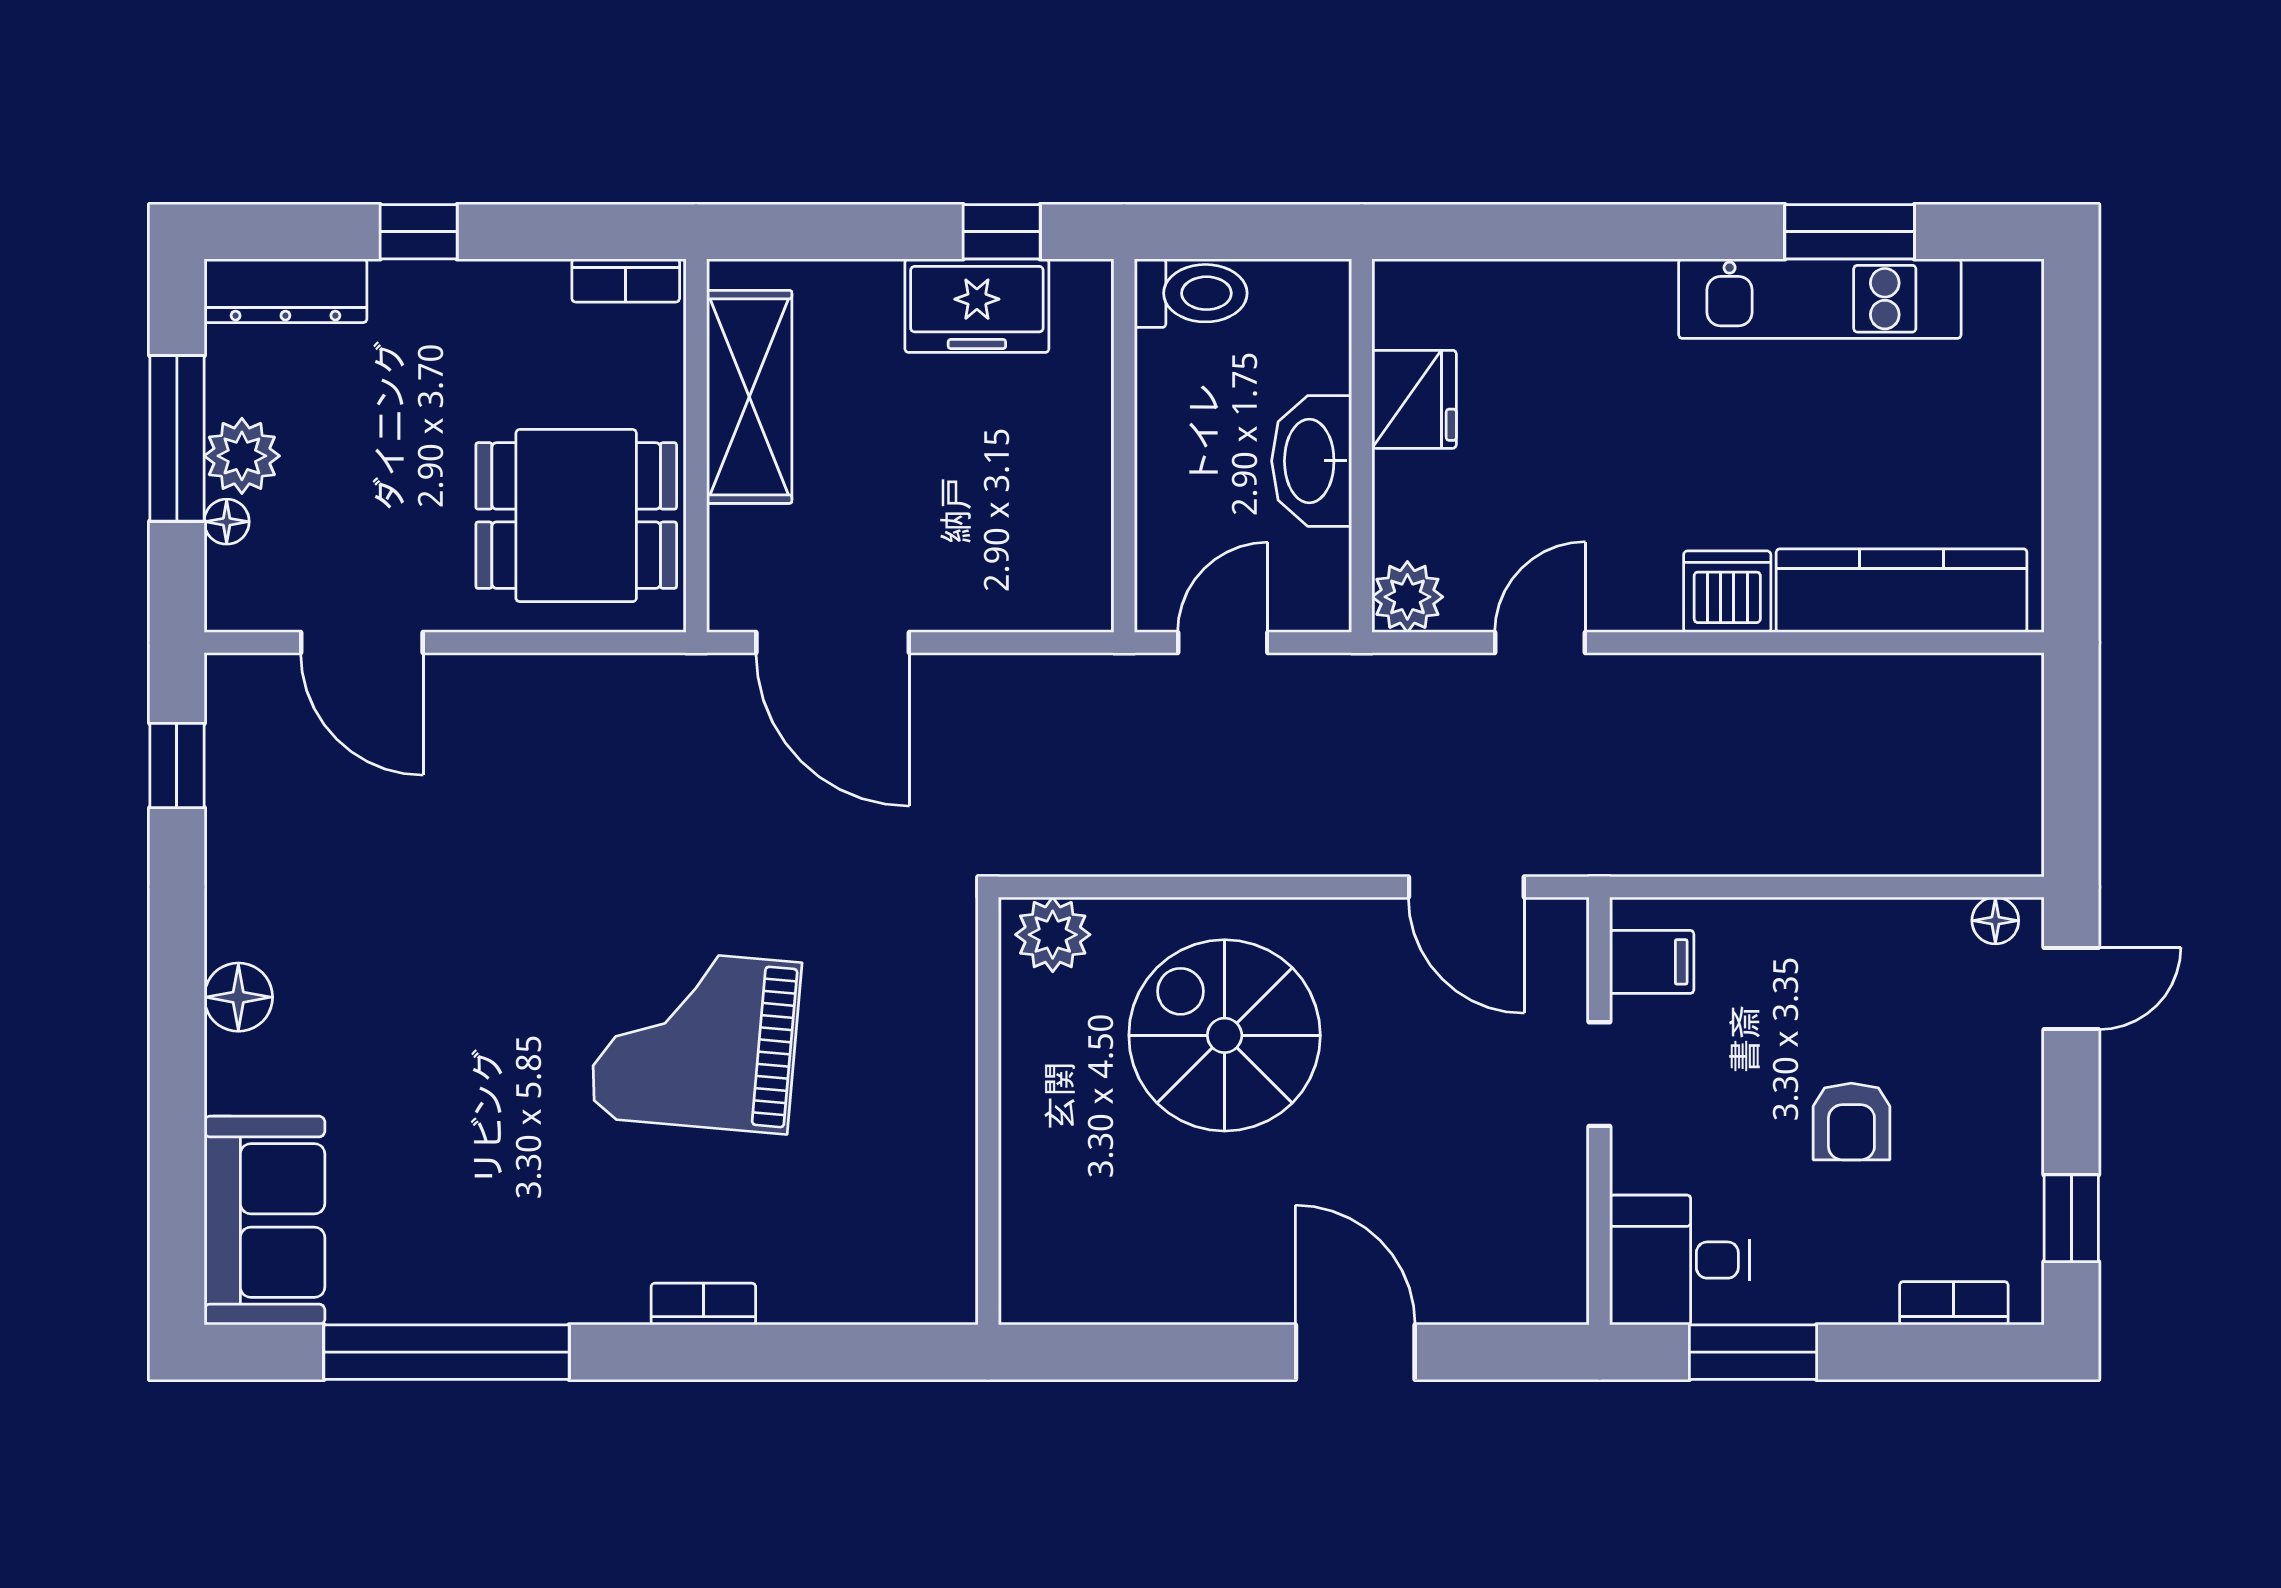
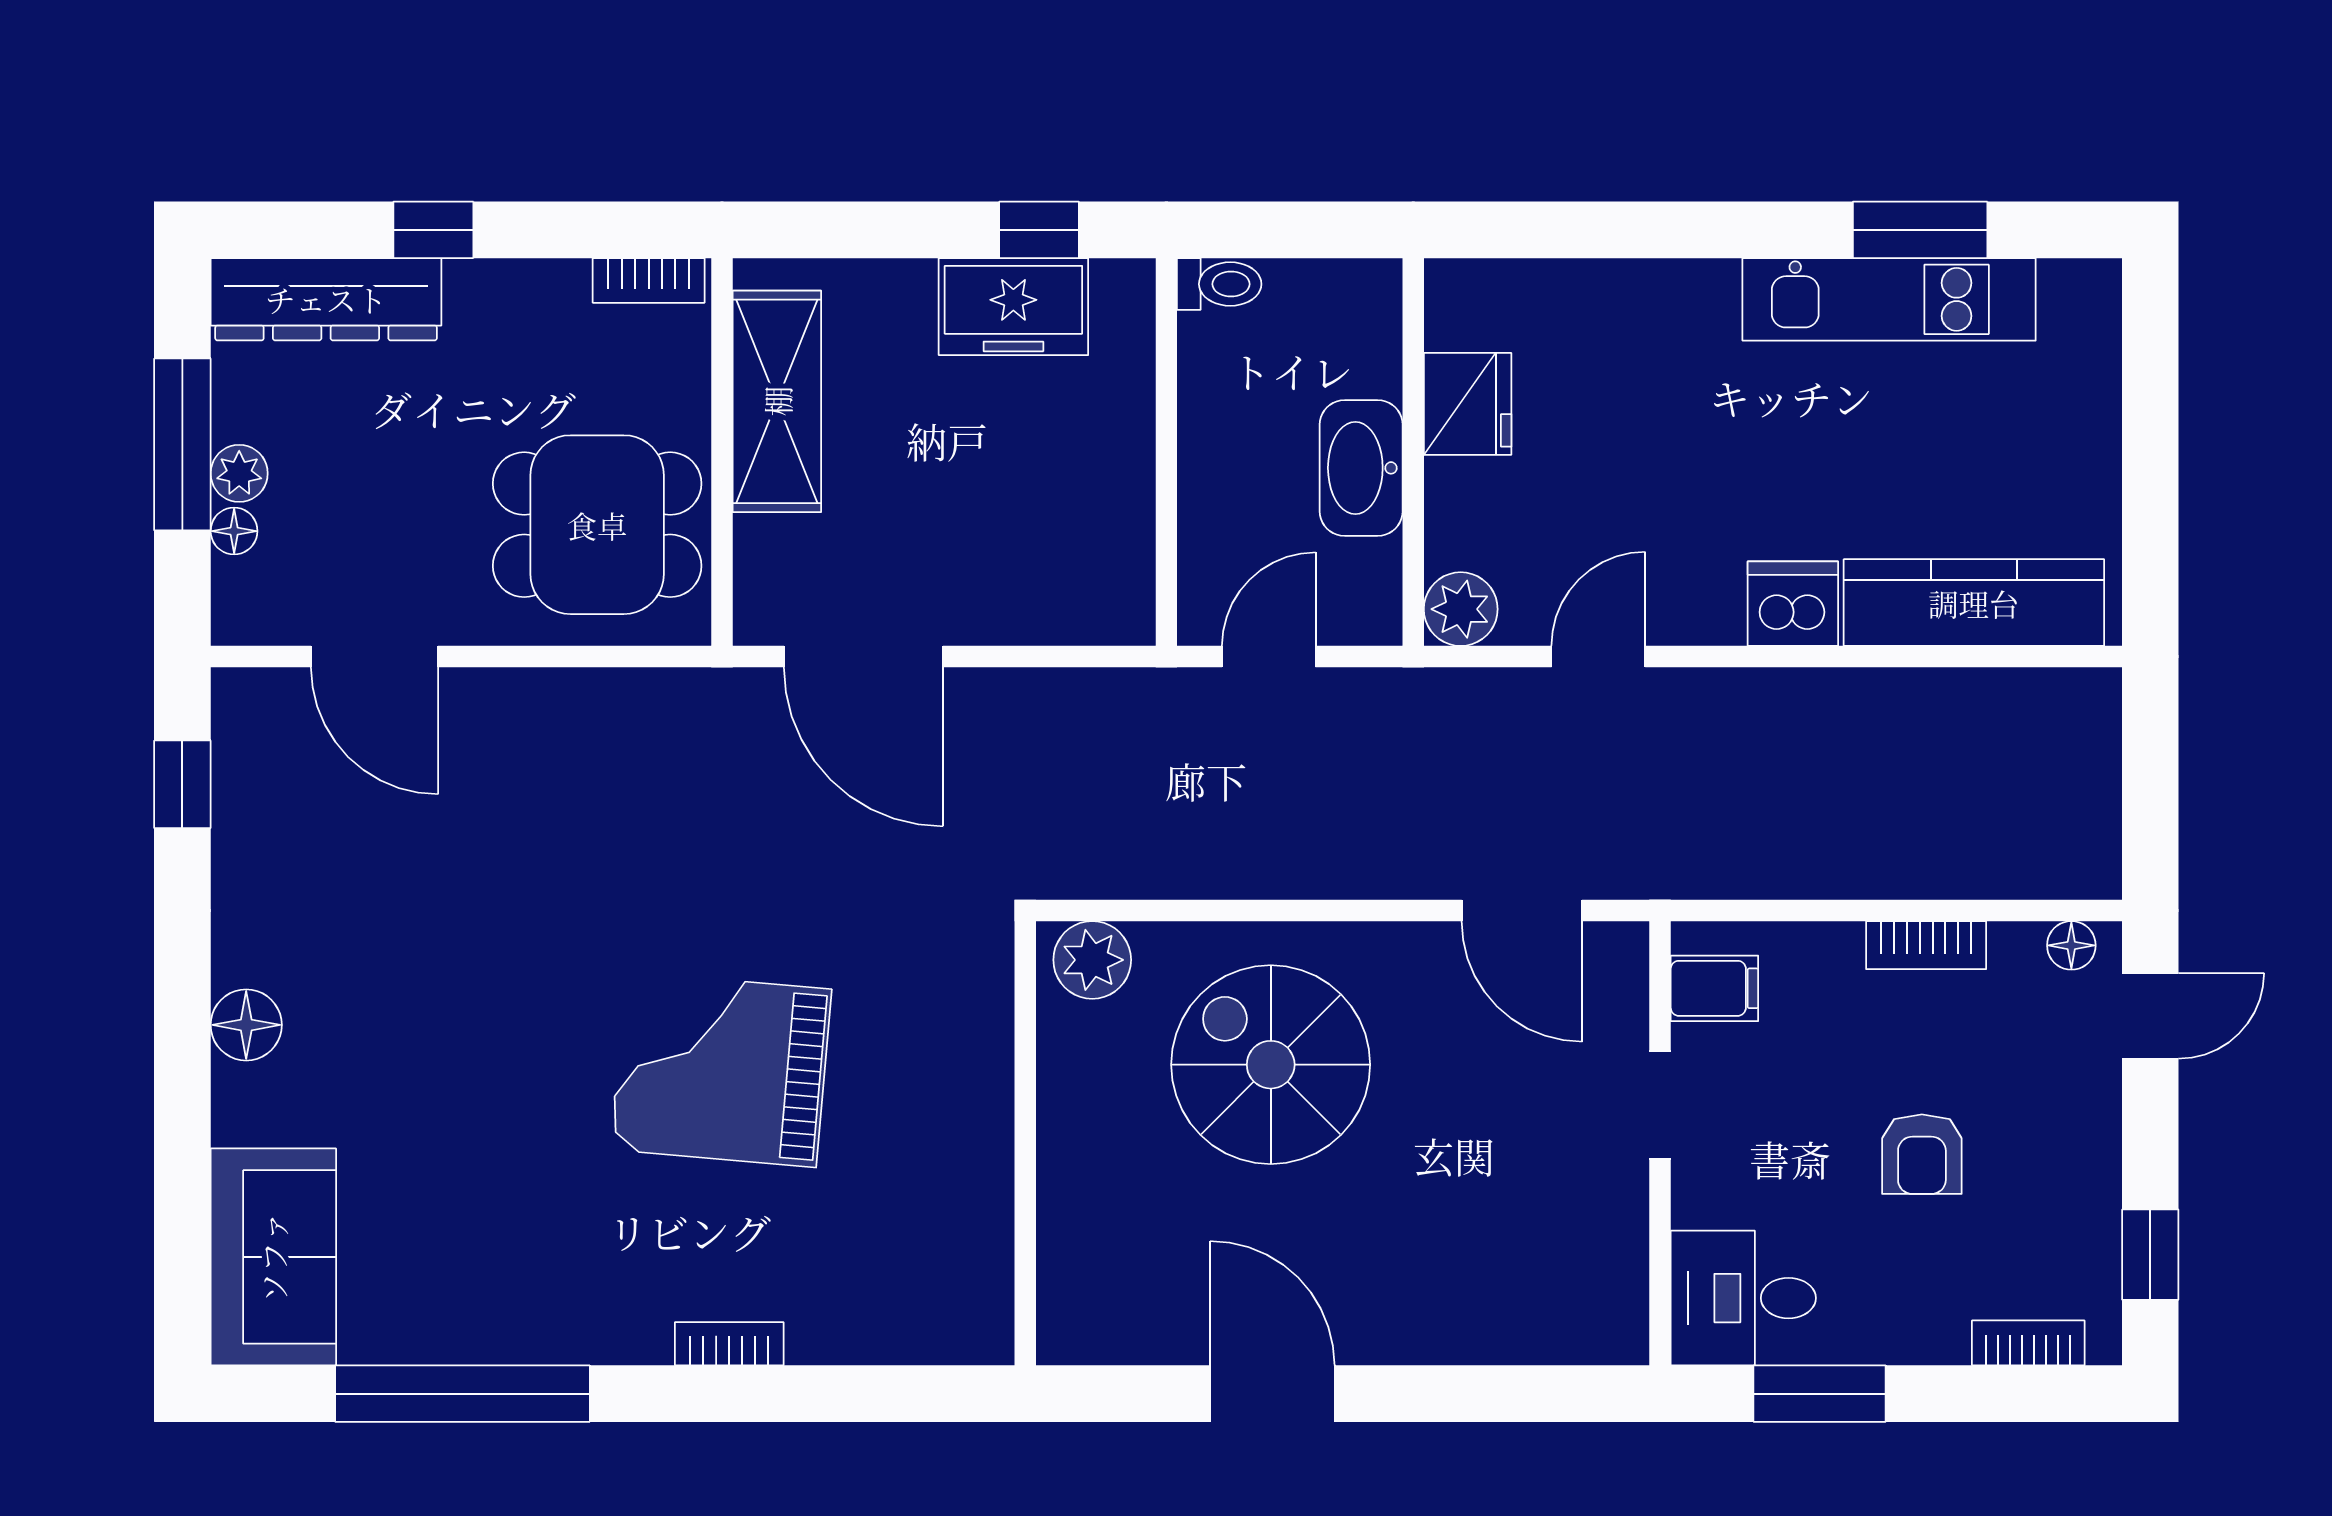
dresser: (285, 291) -> (326, 299), width x1.37, depth x1.24
toilet: (1191, 293) -> (1219, 284), width x0.73, depth x0.72
plant: (242, 456) -> (239, 473), width x0.73, depth x0.73
bookcase: (1856, 920) -> (1926, 945), added
door: (1355, 1352) -> (1272, 1394), moved

